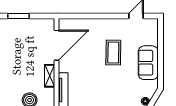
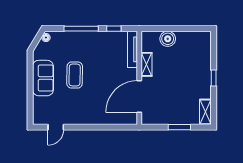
coffee table: (113, 52) -> (75, 75), moved

